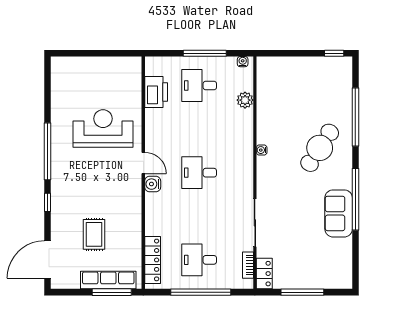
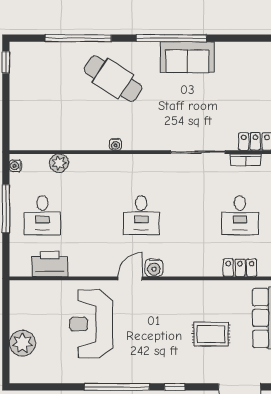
plant: (86, 68) -> (22, 343), added
locker: (153, 260) -> (240, 268), width x0.66

